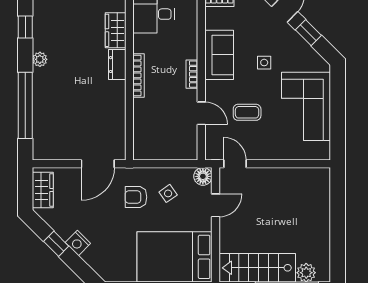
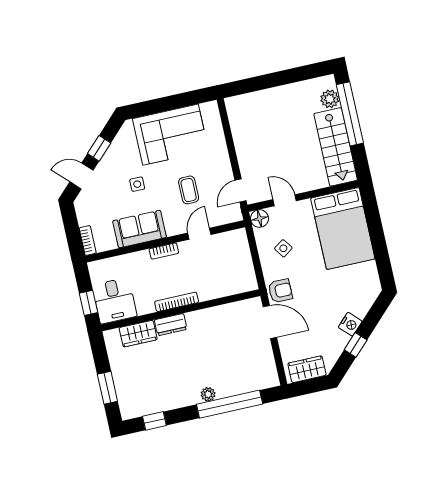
plant: (40, 59) -> (208, 394), moved
armchair: (136, 197) -> (280, 291), moved, turned -90

